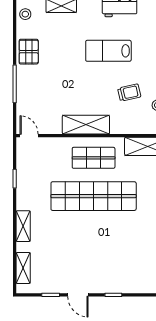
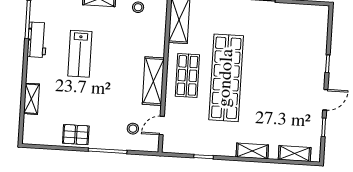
stool: (25, 14) -> (133, 129), moved
trolley: (129, 93) -> (123, 35), removed
door: (29, 136) -> (162, 126), moved

